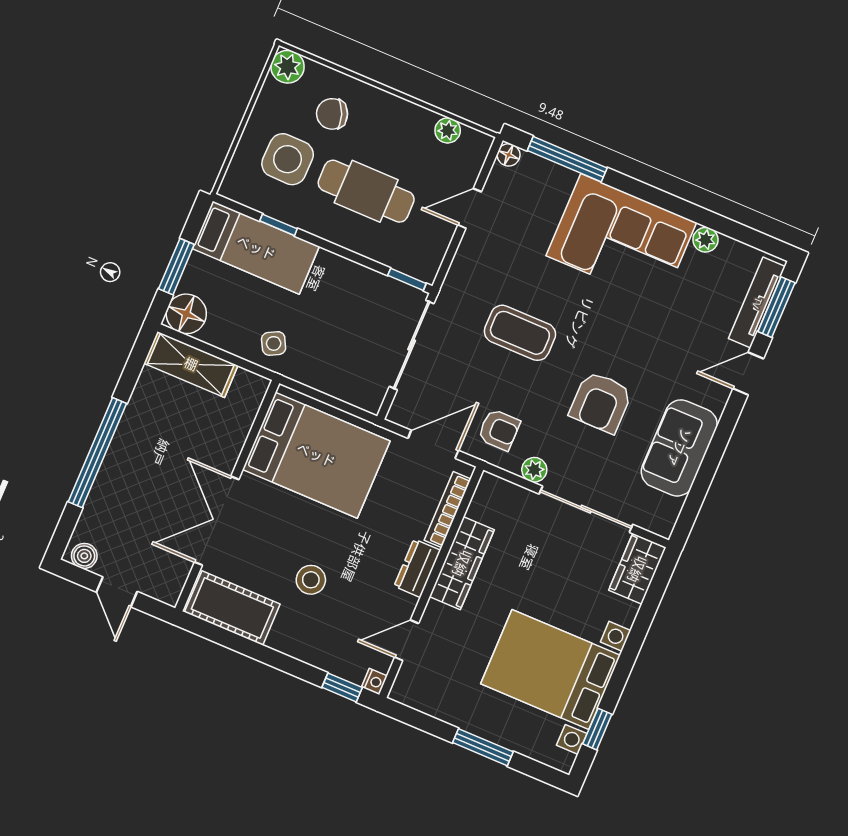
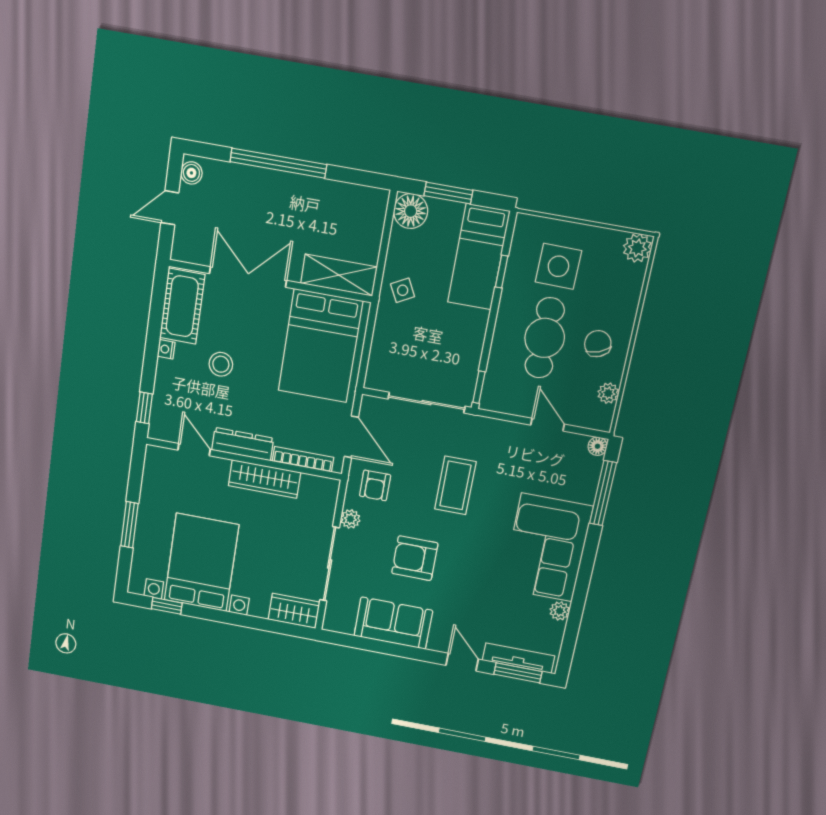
chair: (332, 114) -> (598, 344), moved
shelving: (191, 364) -> (339, 275), moved, turned 90
dresser: (417, 568) -> (243, 444), width x1.44
nightstand: (374, 682) -> (166, 349), moved, turned 90

